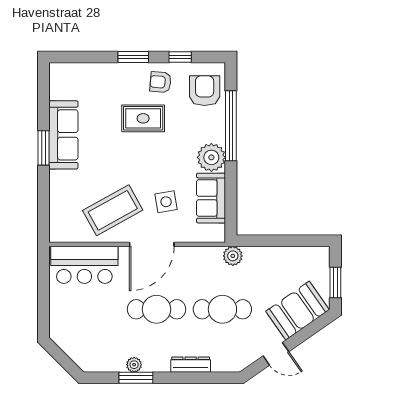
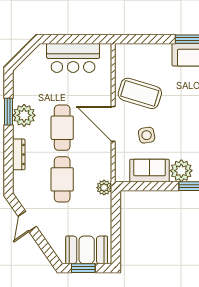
coffee table: (113, 210) -> (140, 93), turned -44
bar counter: (84, 265) -> (73, 58), moved, turned -90
booth: (297, 311) -> (87, 250), moved, turned -55
plant: (134, 365) -> (24, 115), width x1.88, depth x1.88

